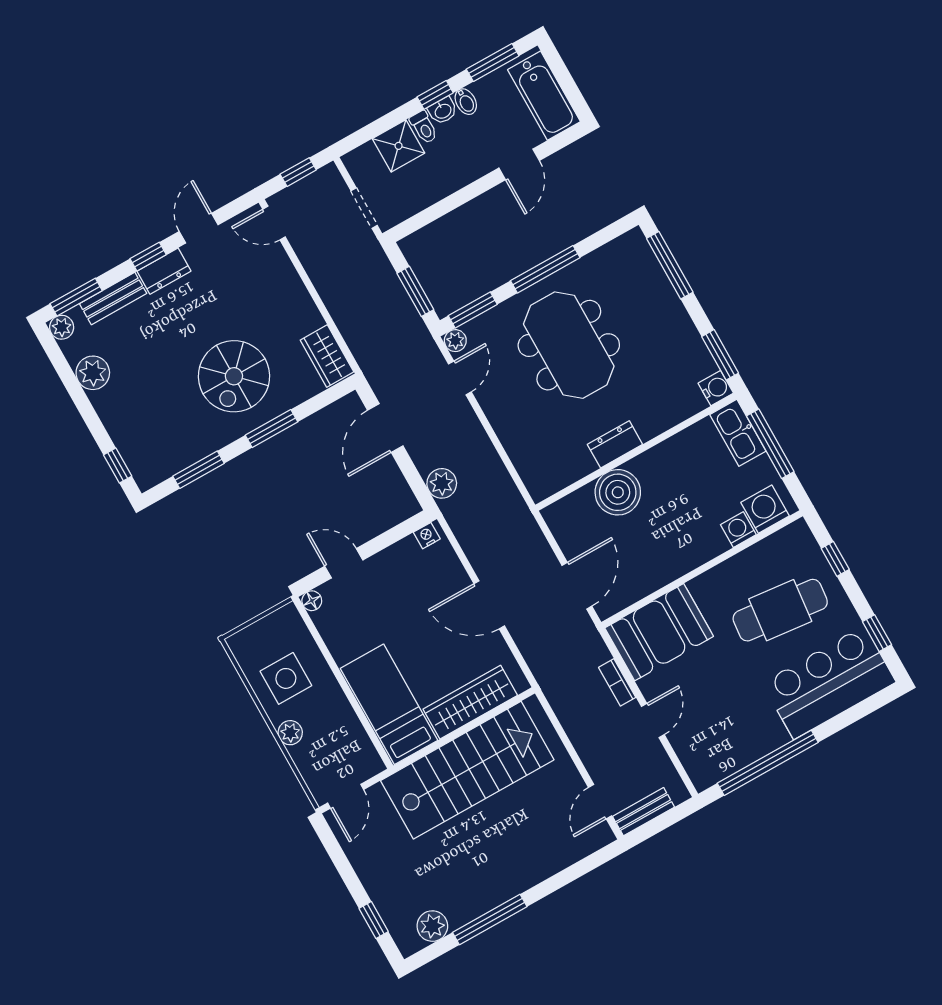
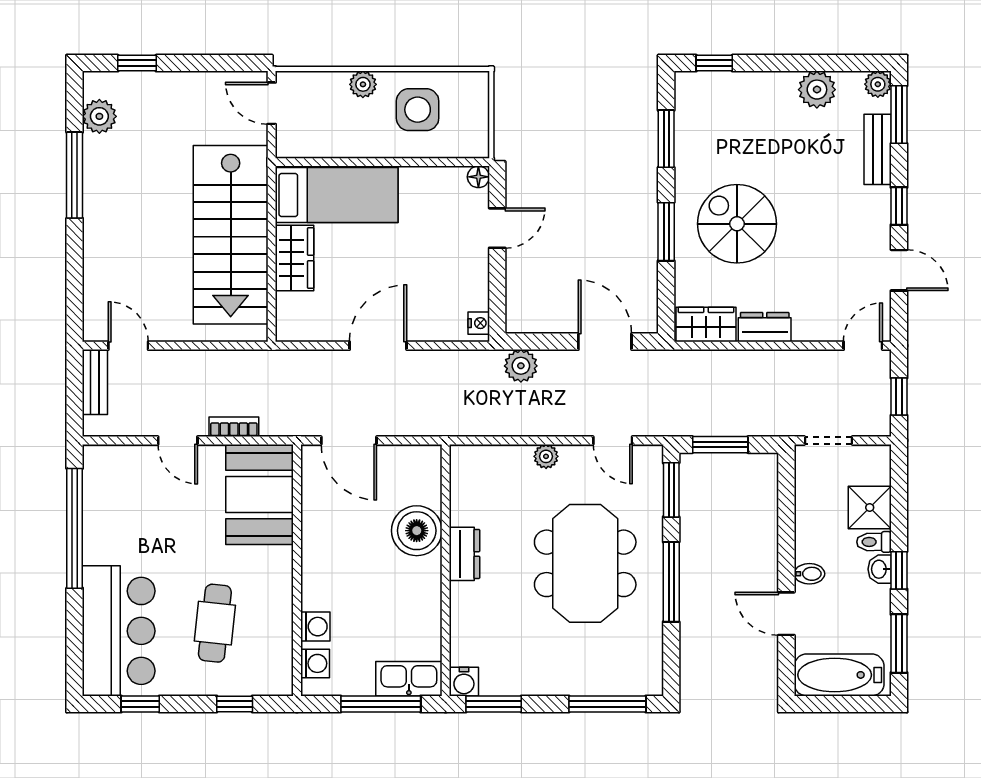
bidet: (466, 102) -> (809, 574), moved, turned 180
dresser: (164, 271) -> (765, 327), moved, turned 90
plant: (455, 341) -> (546, 456), moved
meeting table: (569, 345) -> (585, 563), turned 90
washing machine: (765, 509) -> (315, 663), width x0.73, depth x0.73
cafe table: (780, 610) -> (215, 623), width x0.73, depth x0.74
wardrobe: (470, 702) -> (295, 258), width x0.67

